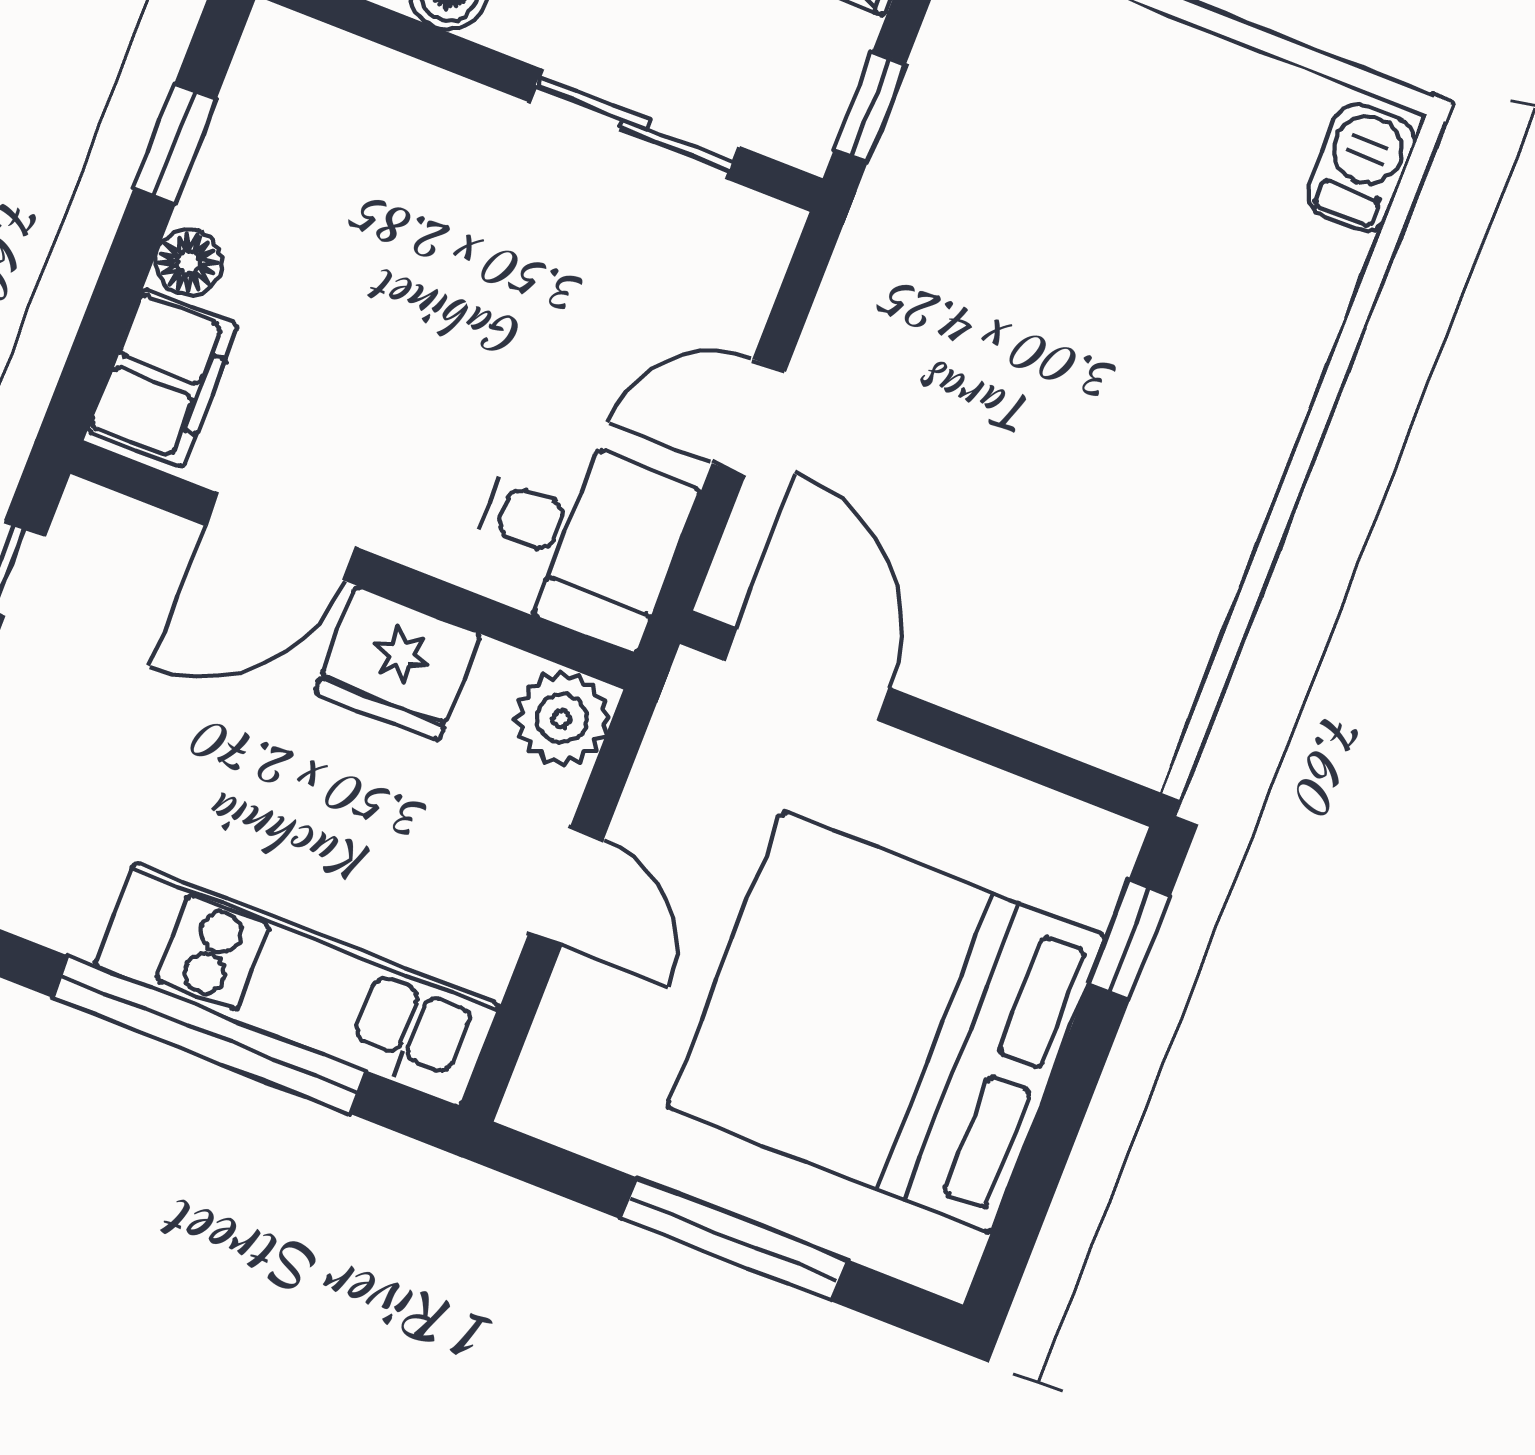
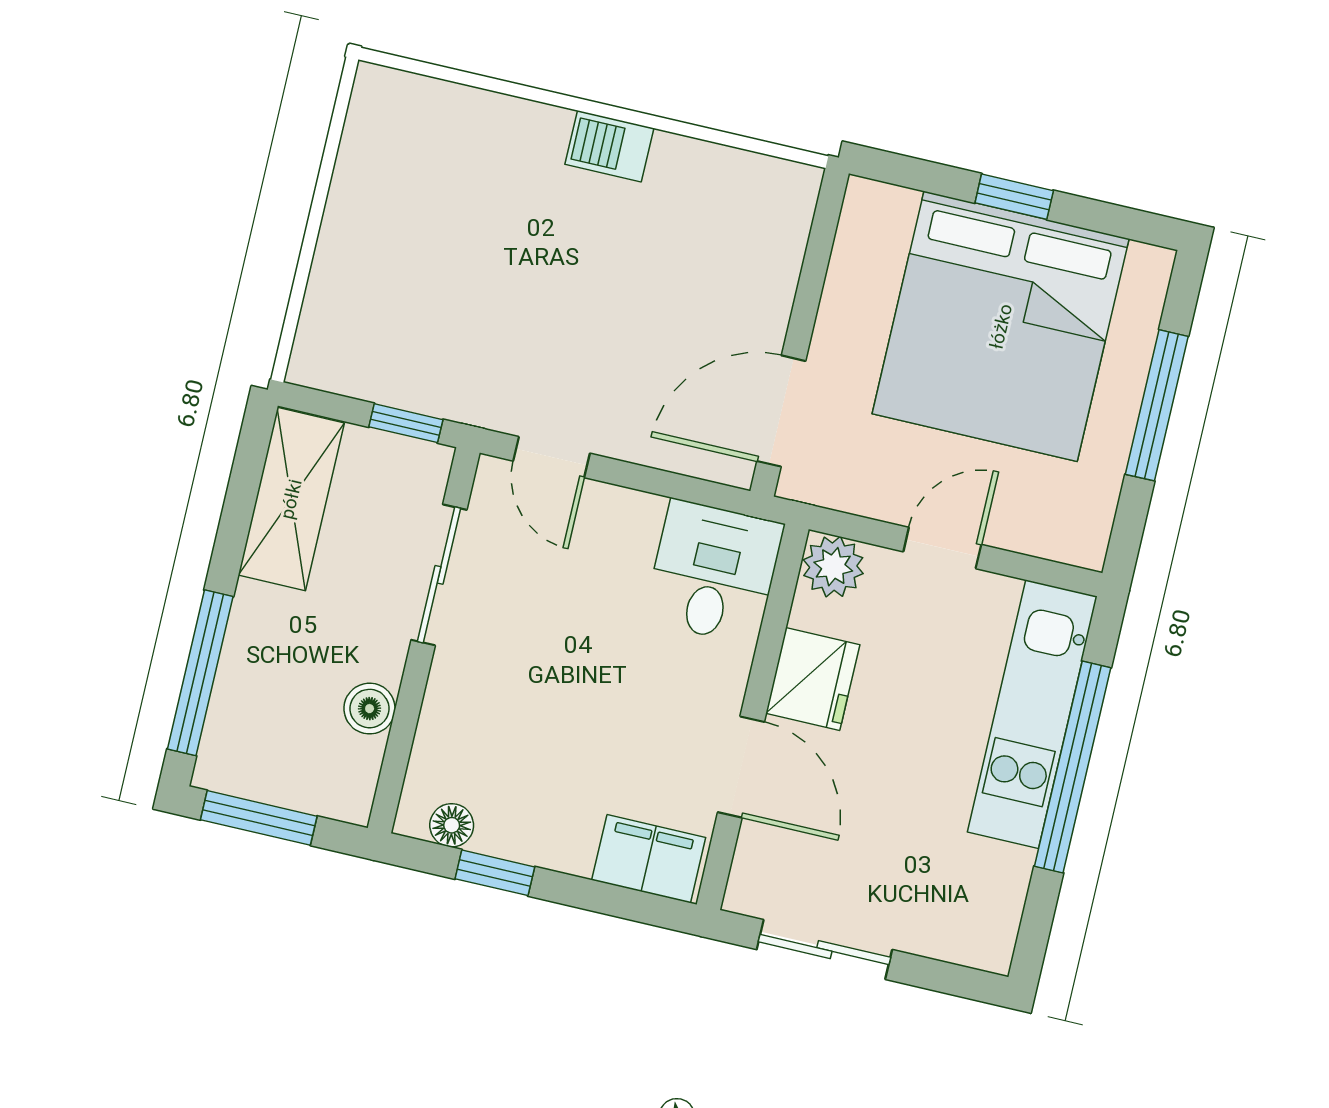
barbecue: (1361, 167) -> (609, 146), moved
floor lamp: (188, 262) -> (452, 825), moved
door: (749, 418) -> (552, 457), moved
window: (1129, 940) -> (1014, 197), moved

